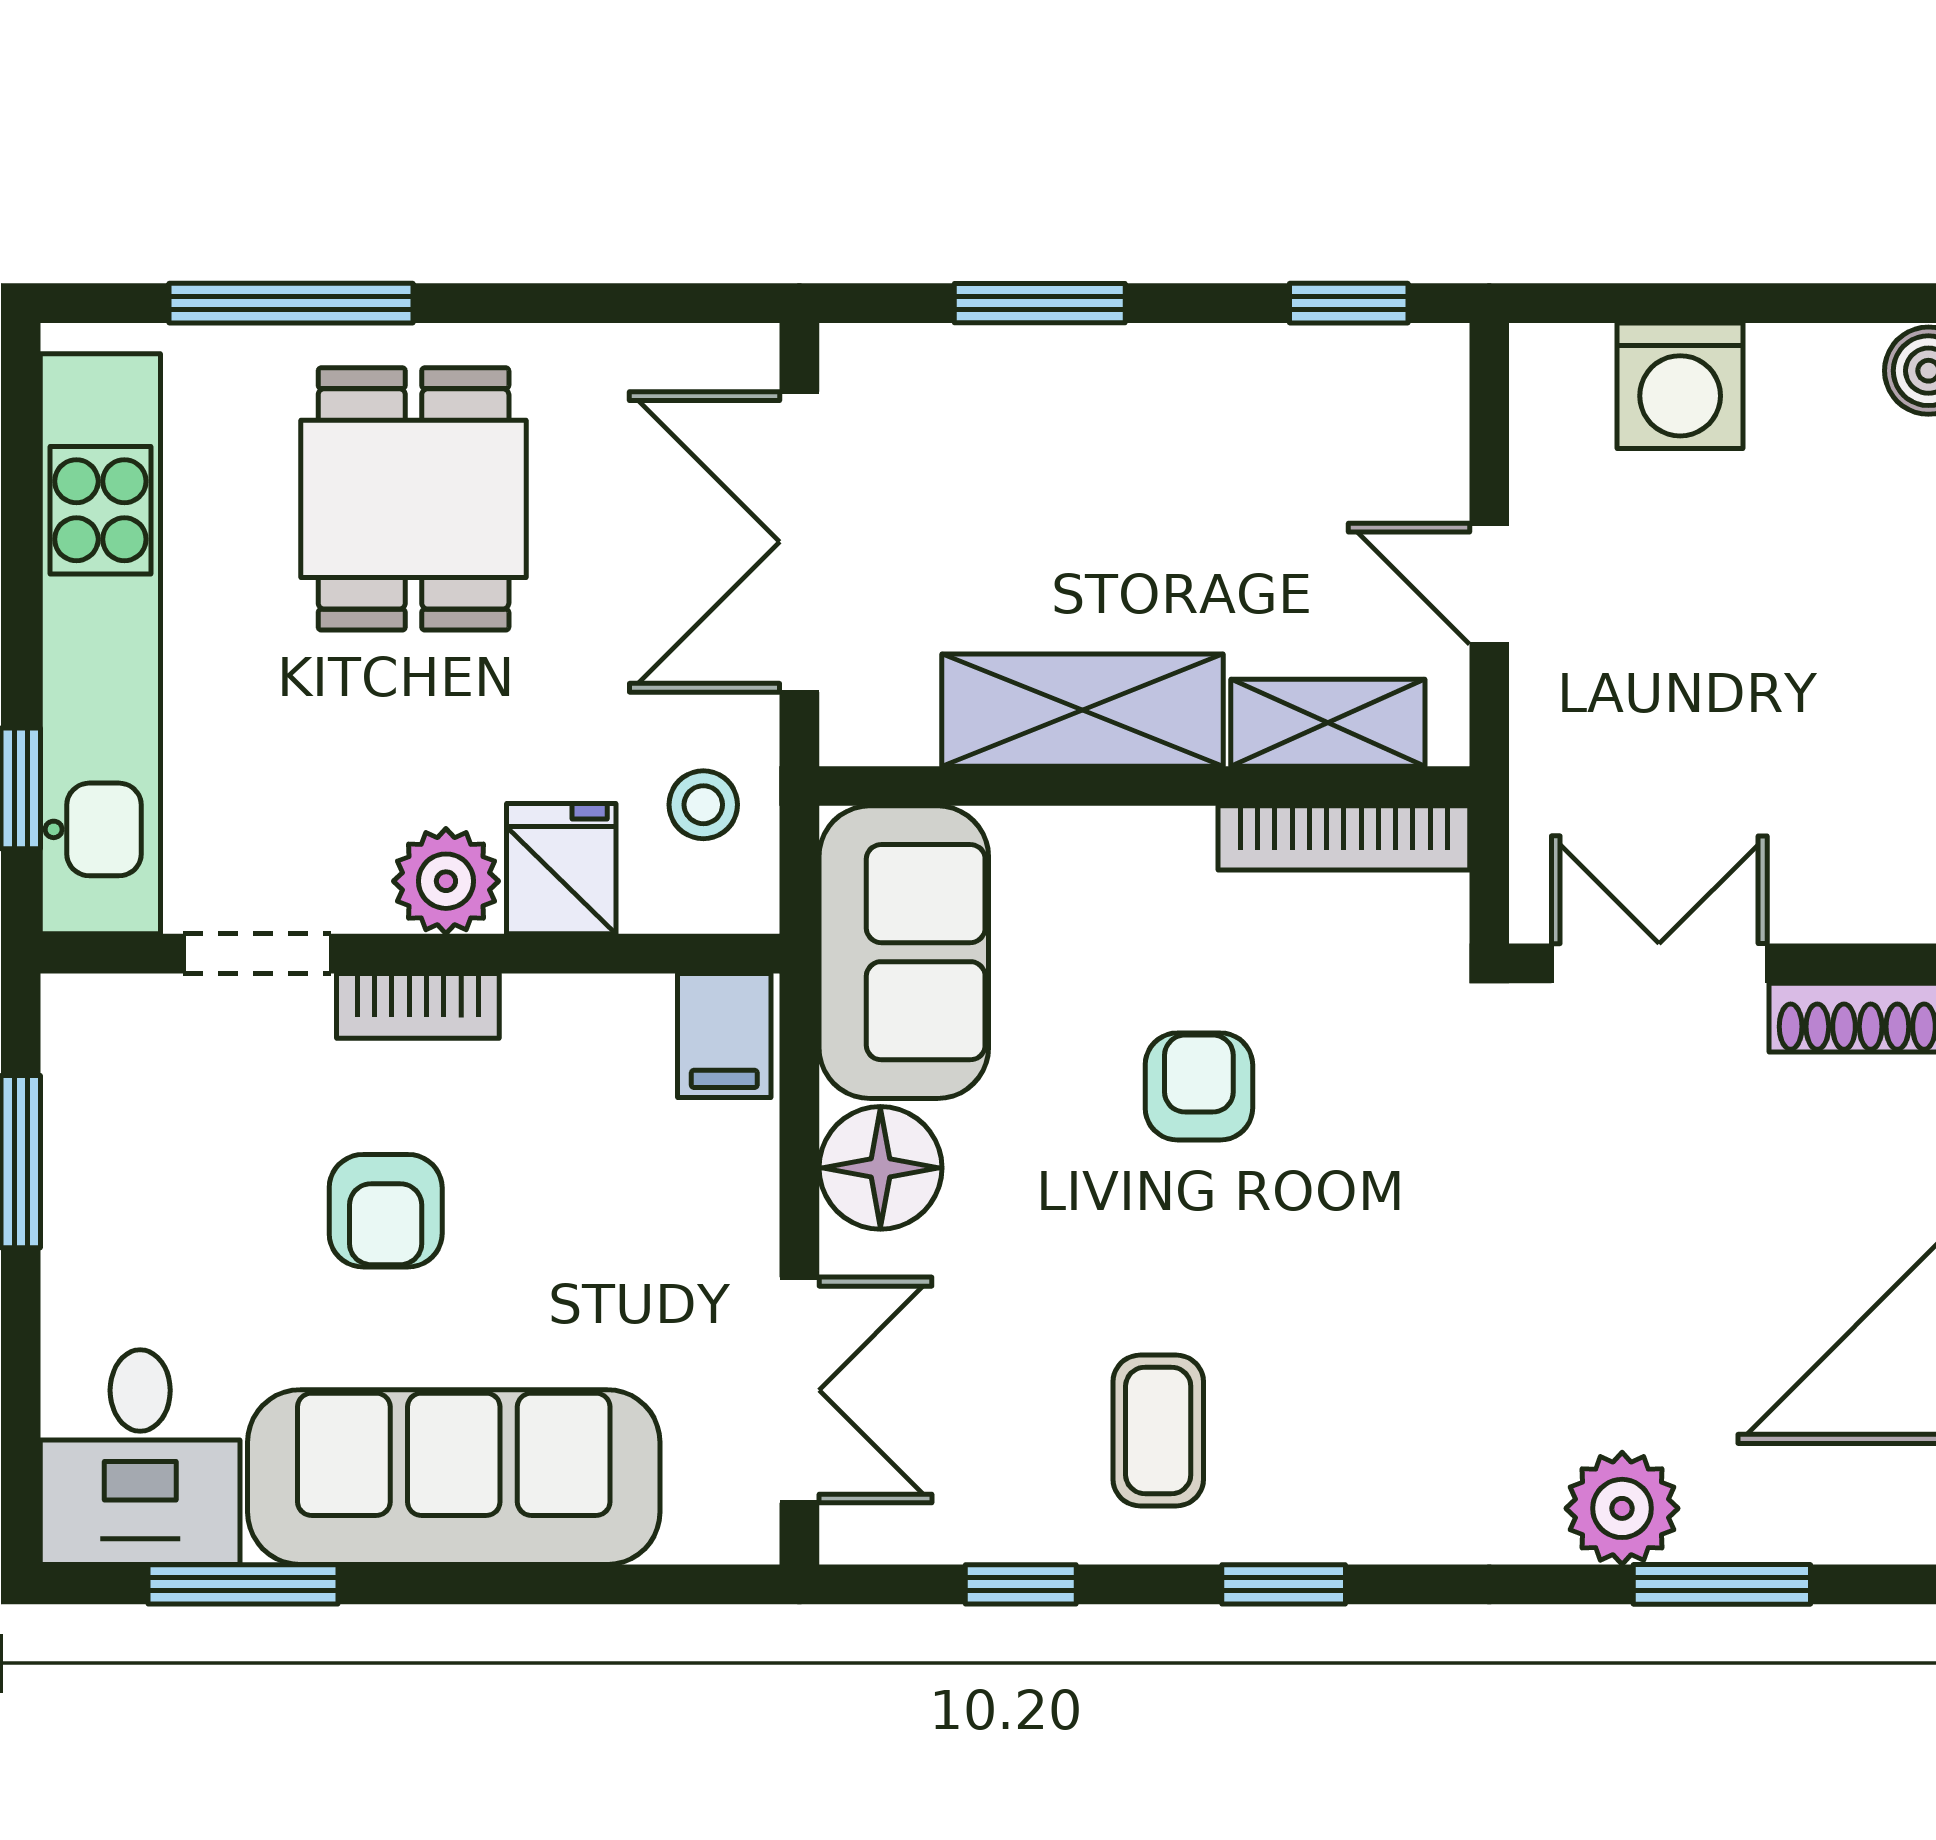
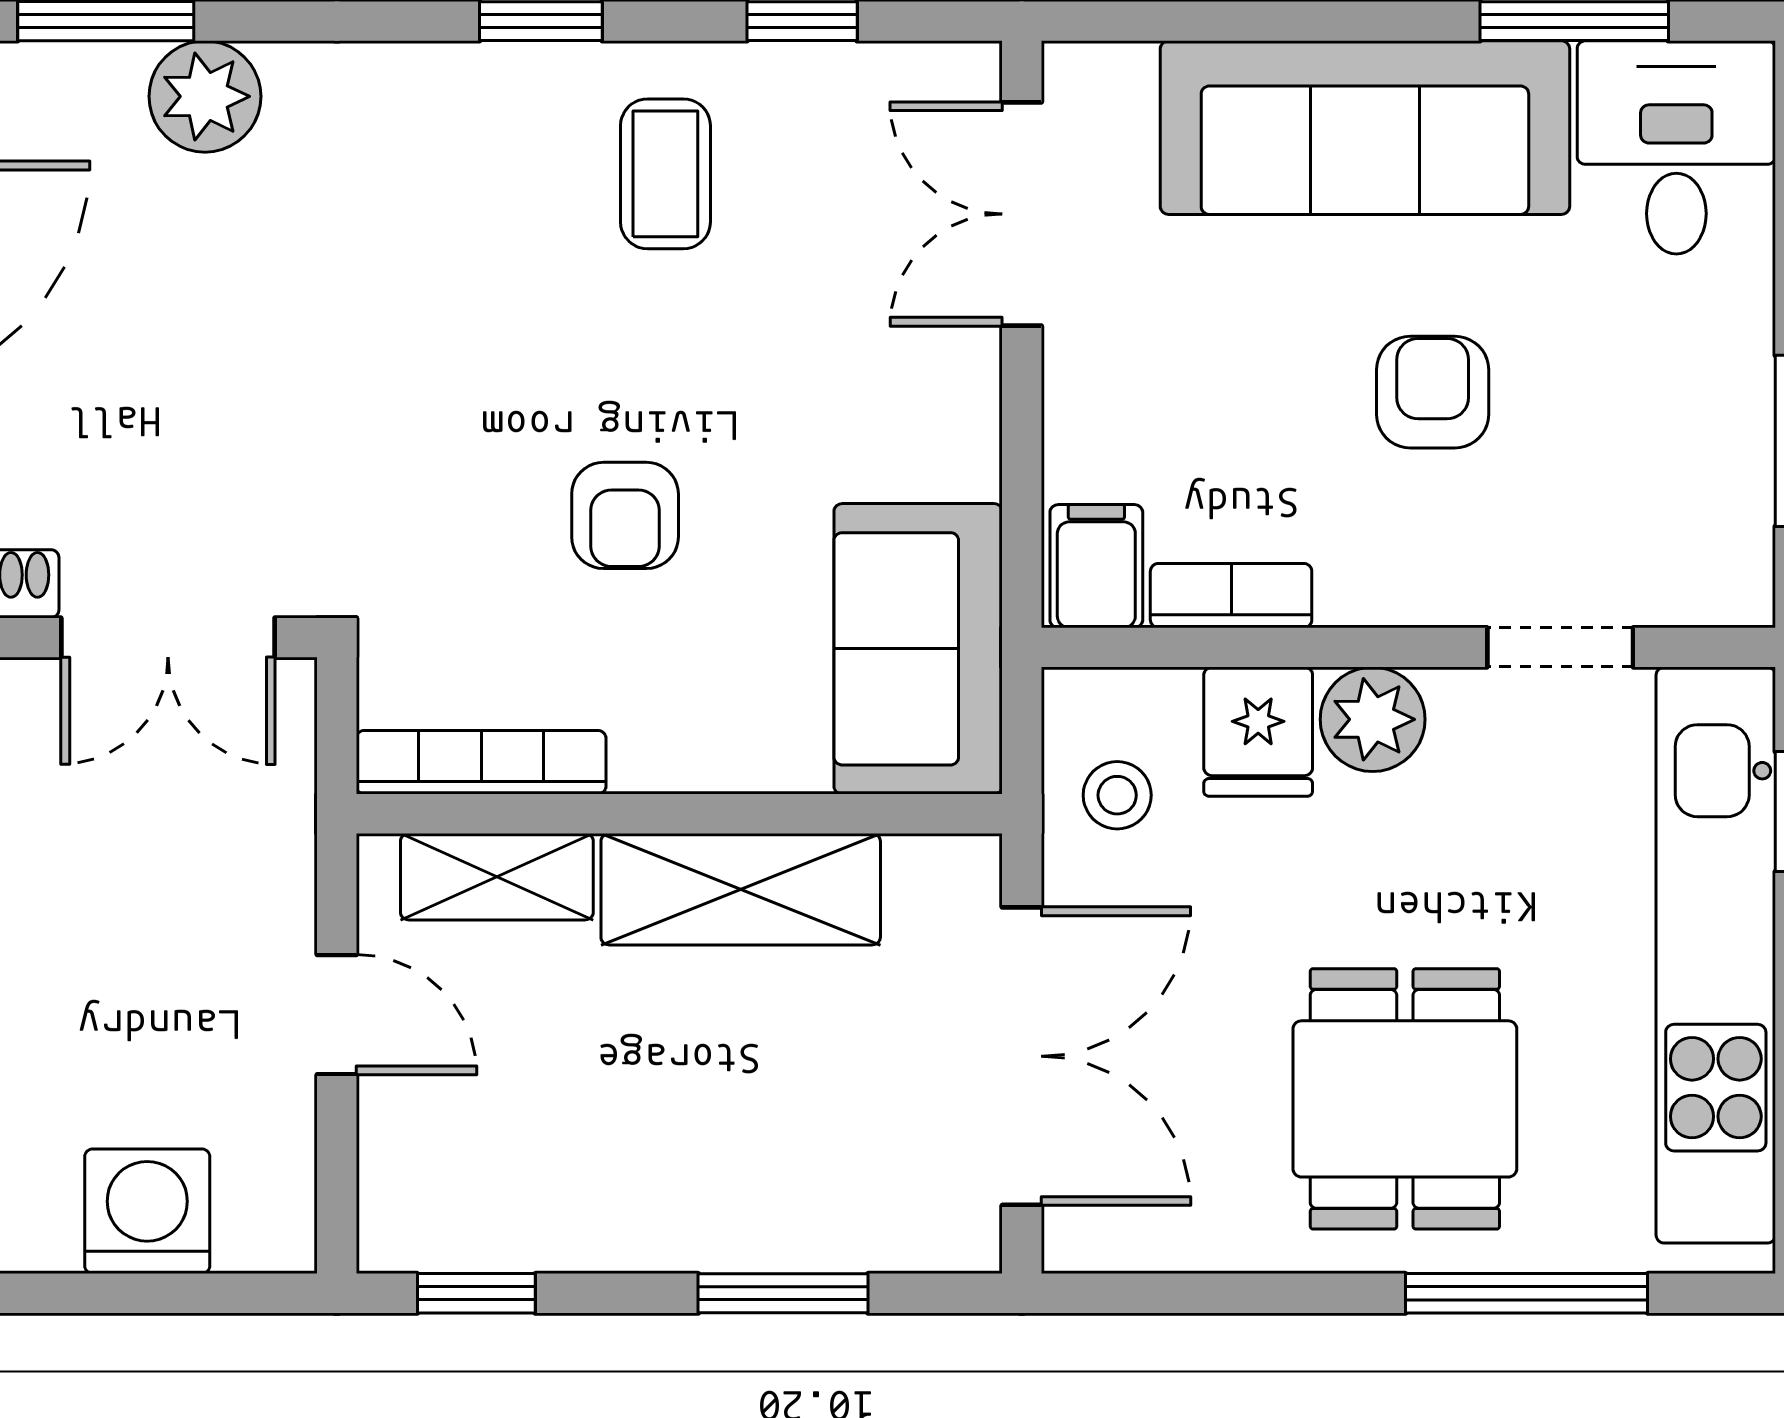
bookcase: (418, 1006) -> (1231, 596), moved
floor lamp: (880, 1168) -> (941, 435), removed

